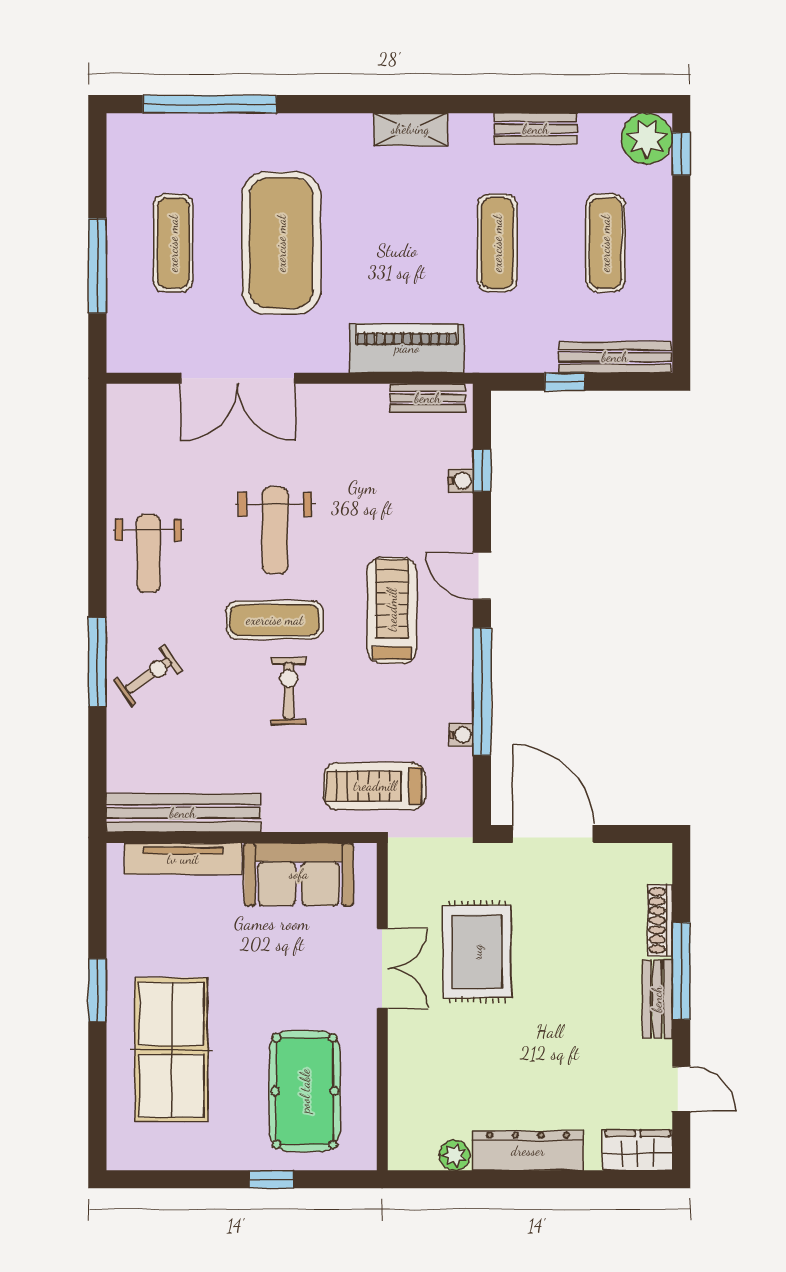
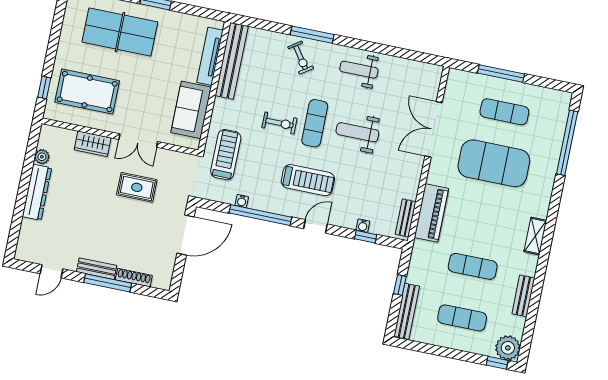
rug: (477, 952) -> (137, 187), width x0.73, depth x0.70
wardrobe: (638, 1150) -> (93, 144), moved, turned 90
window: (272, 1179) -> (44, 88), moved

